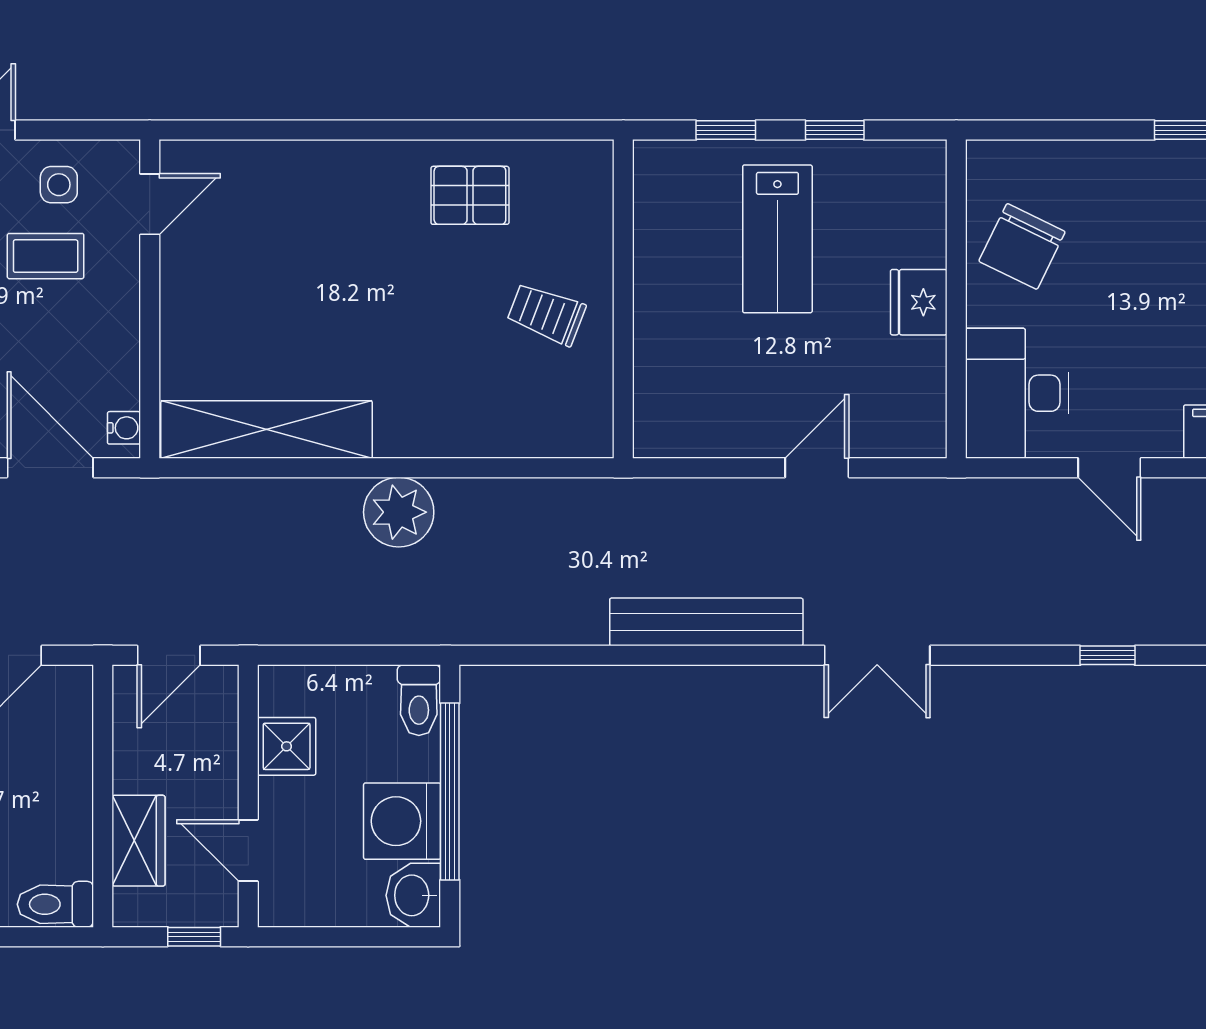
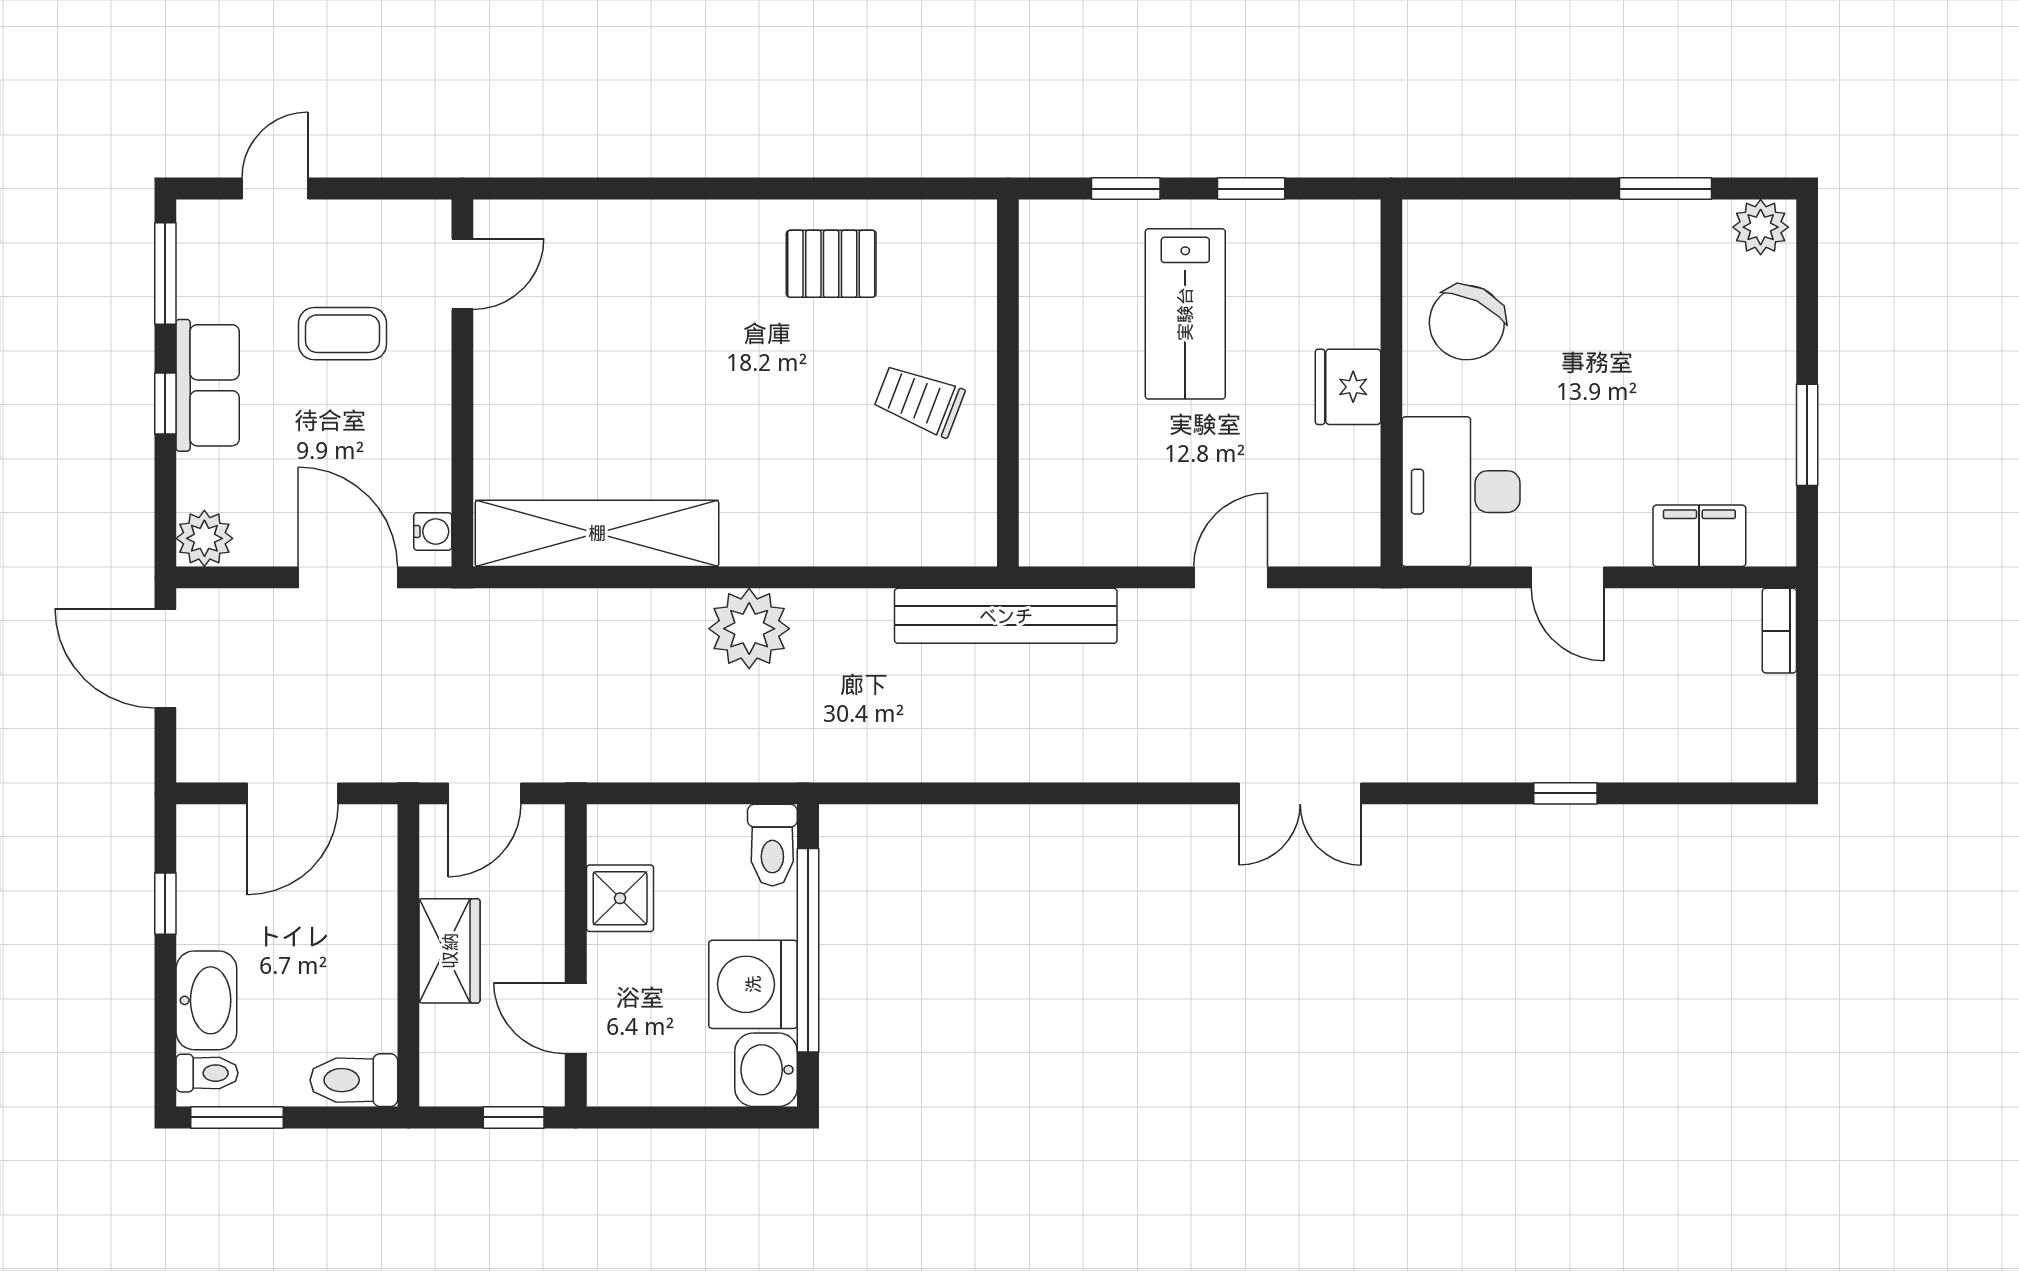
side table: (59, 185) -> (358, 251), removed
bench: (706, 622) -> (1006, 616), moved
wardrobe: (138, 841) -> (450, 951), moved

